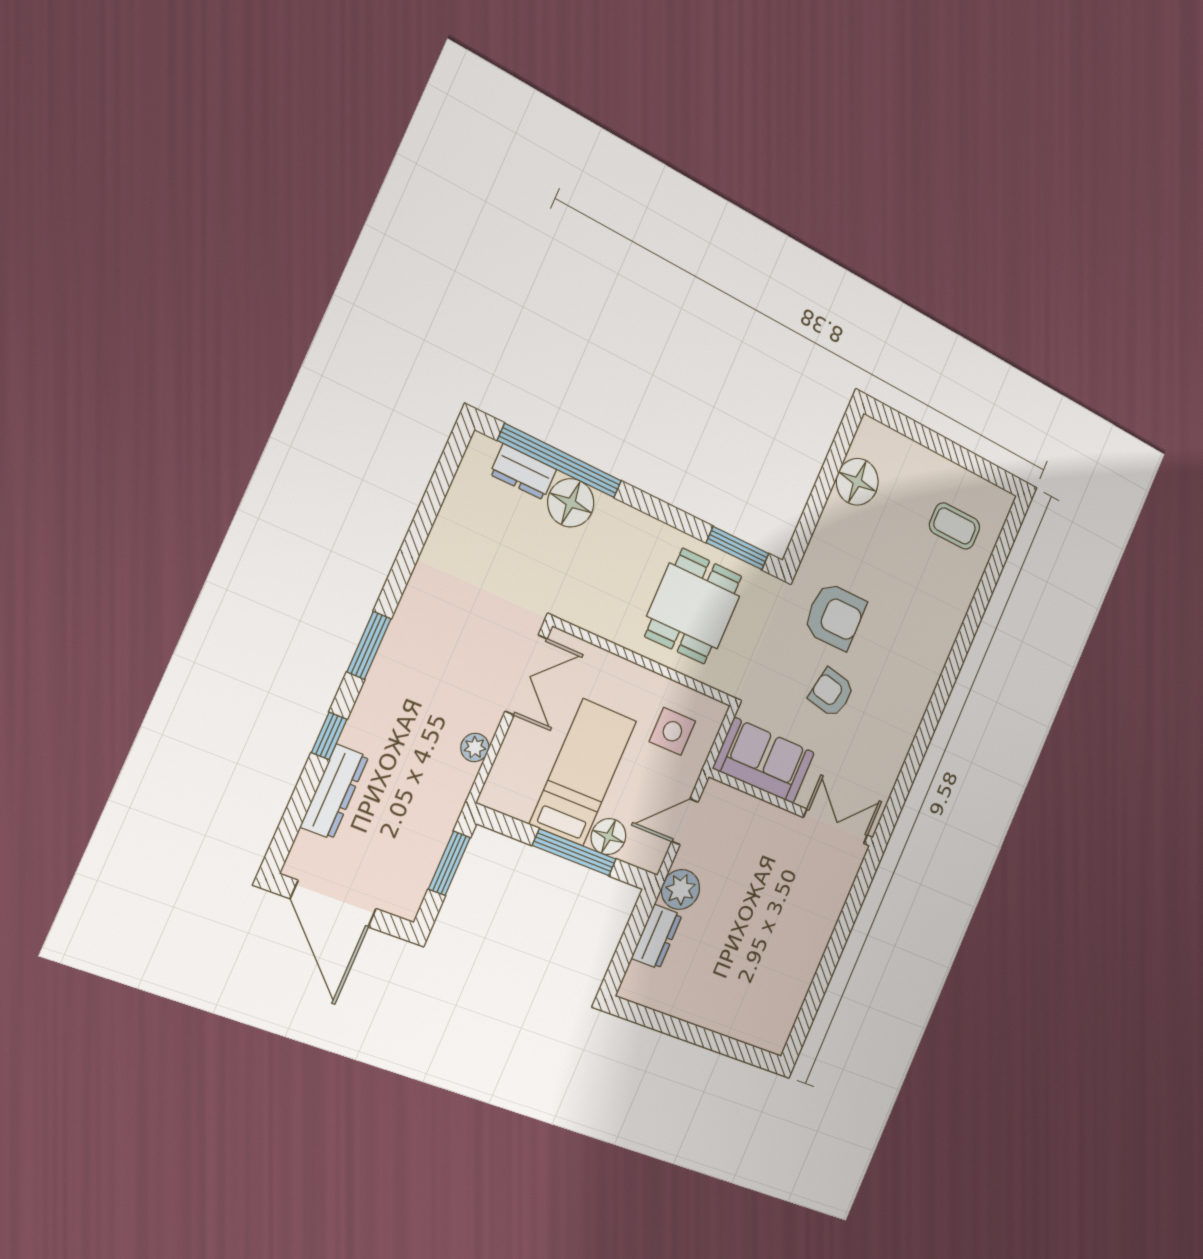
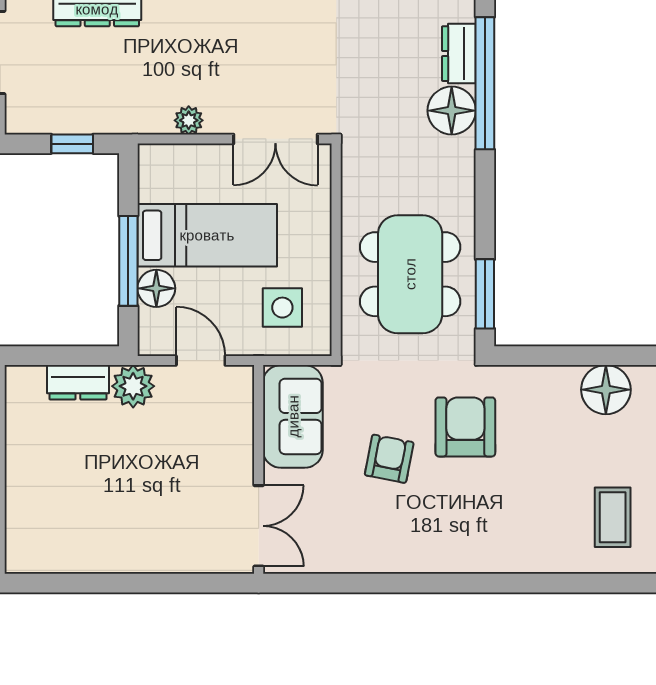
dining table: (693, 606) -> (410, 274), width x1.38
armchair: (835, 616) -> (465, 427), turned 180
window: (449, 863) -> (72, 144), width x0.67

